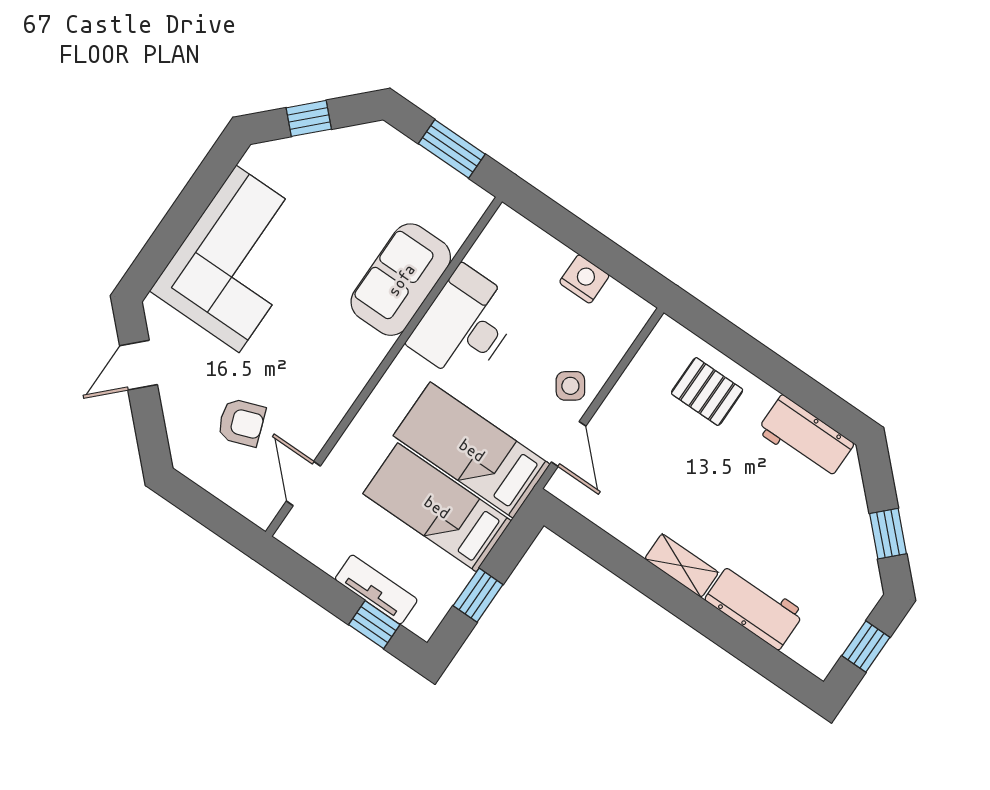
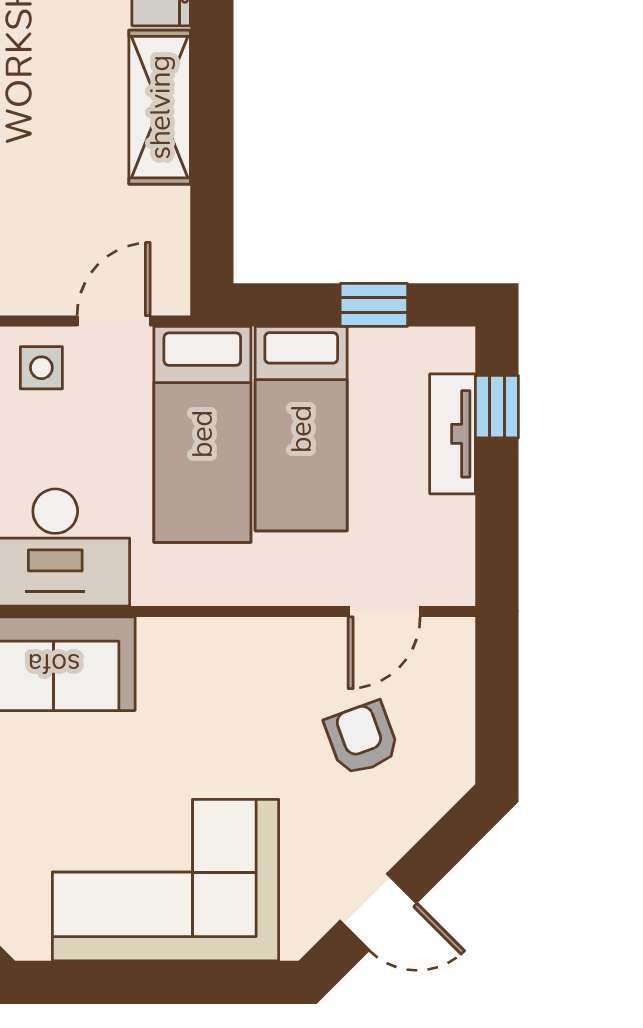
side table: (570, 386) -> (41, 368), turned 35
shelving: (682, 566) -> (160, 107), width x1.50, depth x1.33

